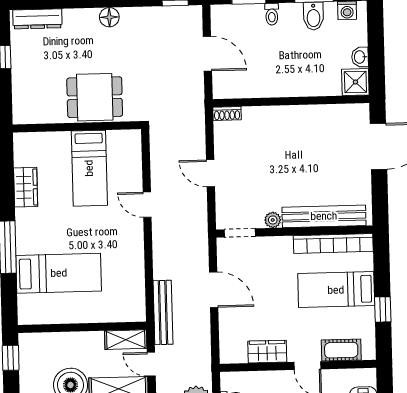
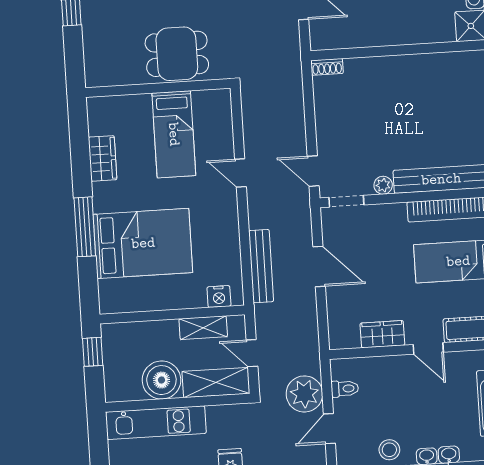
door: (211, 173) -> (313, 171), moved
bed: (59, 273) -> (143, 243), width x1.50
bench: (163, 312) -> (261, 266), moved
nightstand: (124, 313) -> (219, 296), added
shelving: (126, 340) -> (203, 328), moved

